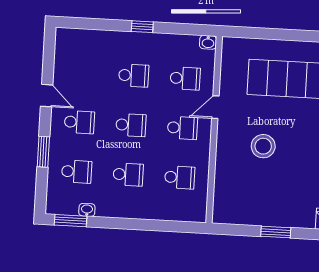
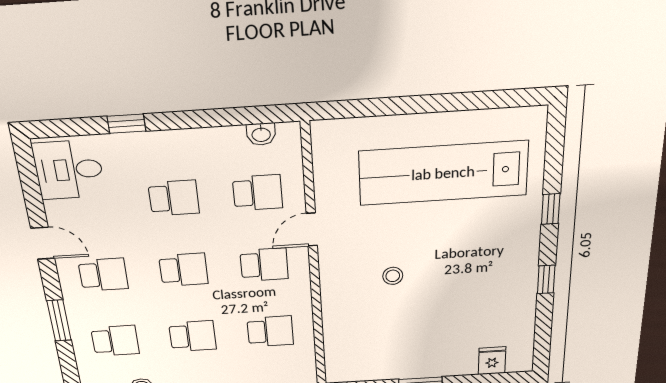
window: (142, 27) -> (126, 124), moved
washbasin: (208, 42) -> (261, 134), moved
desk: (74, 49) -> (69, 170), added
stool: (263, 146) -> (393, 276), width x0.53, depth x0.53

